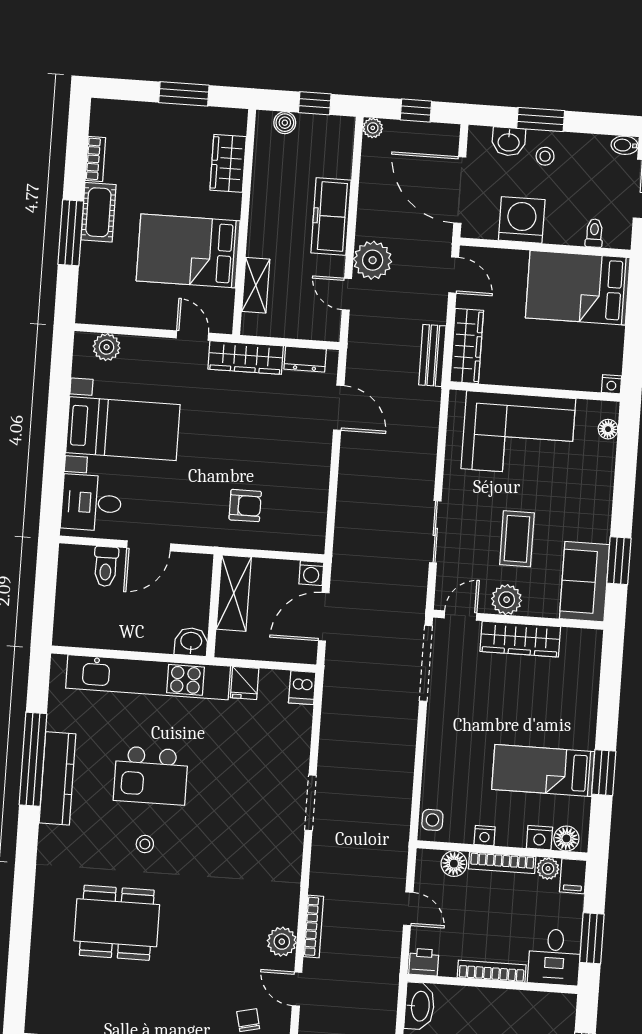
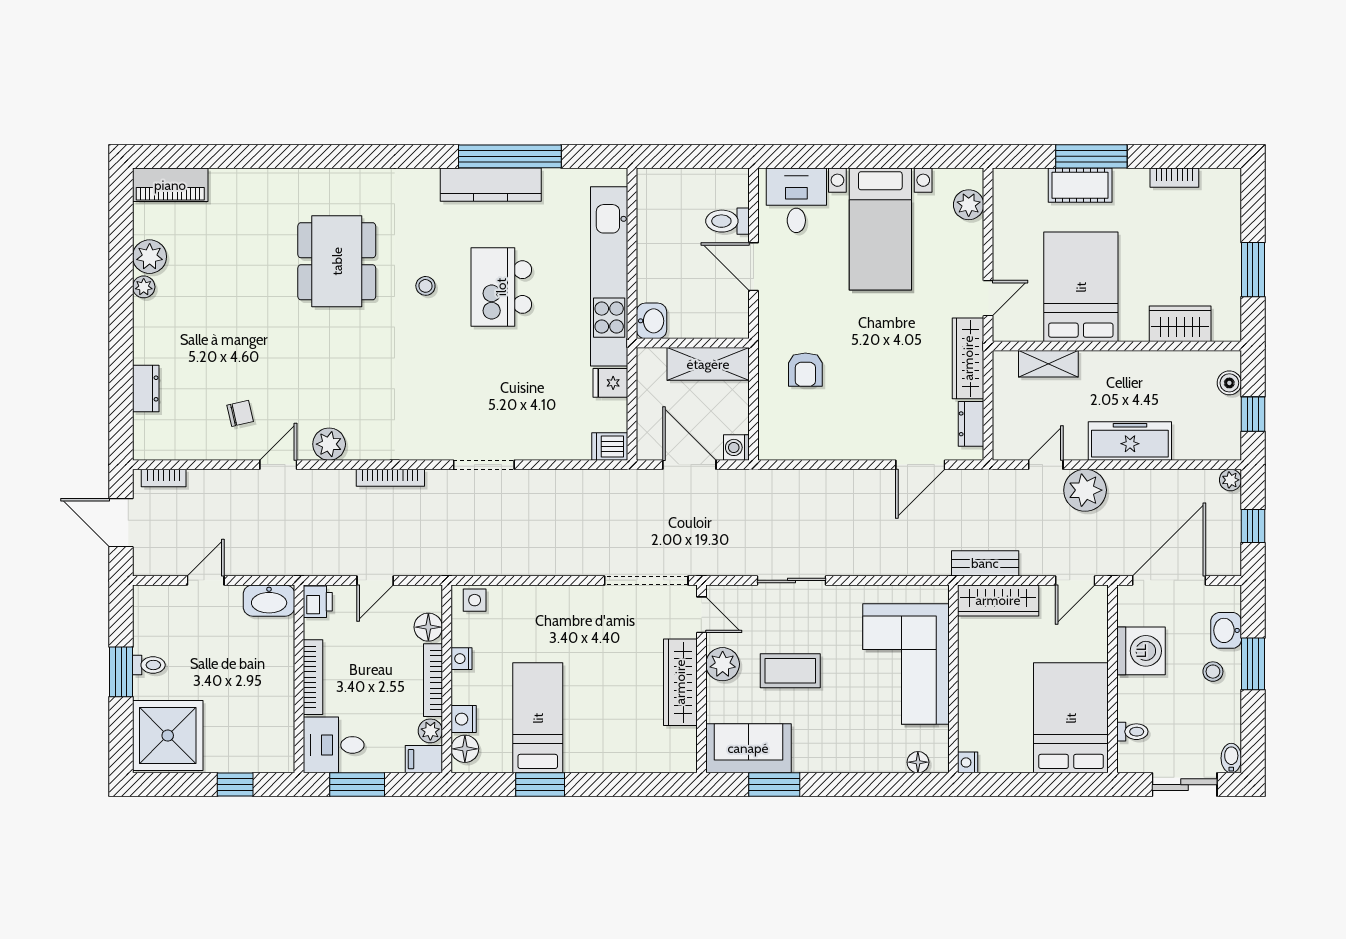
cot: (98, 212) -> (1080, 185), moved
bookcase: (313, 926) -> (390, 478), moved

